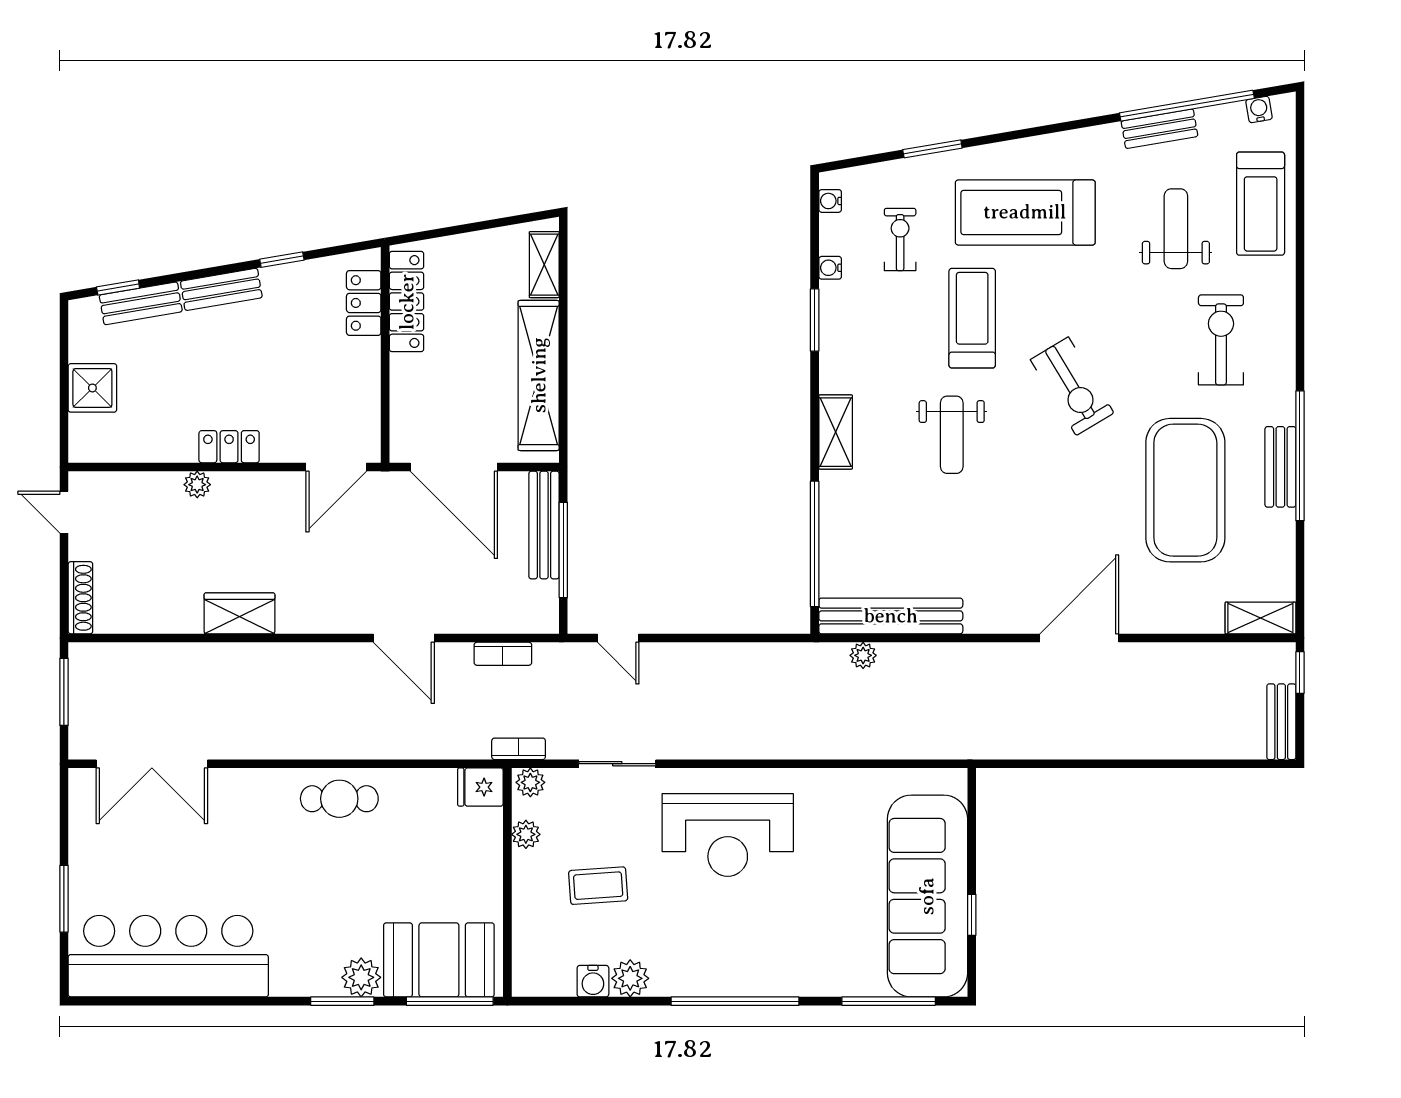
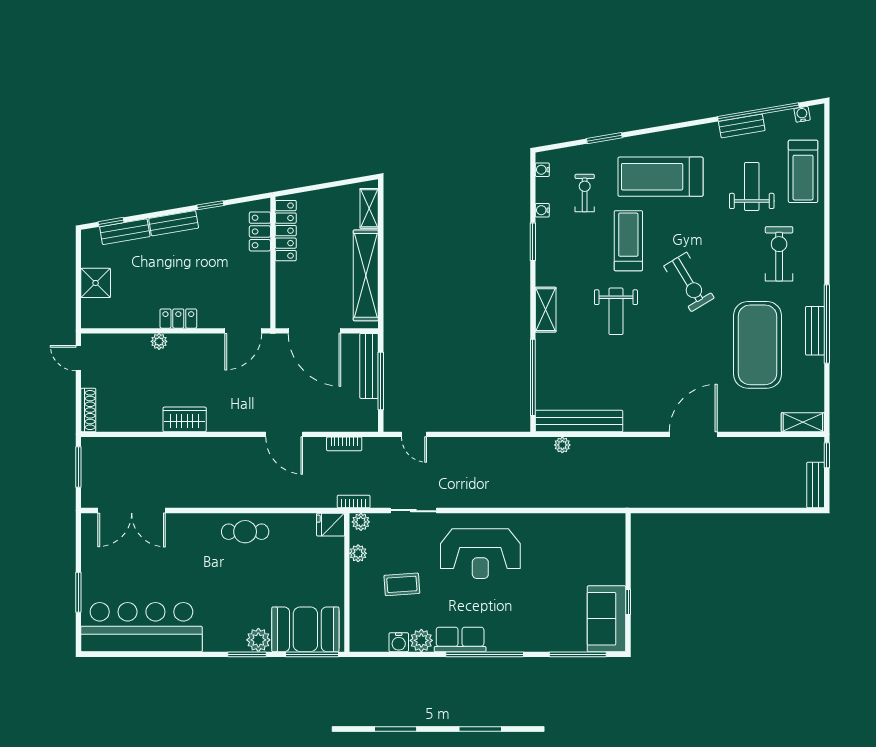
sofa: (927, 896) -> (606, 619), width x0.54, depth x0.79
row of seats: (694, 977) -> (460, 639), added

